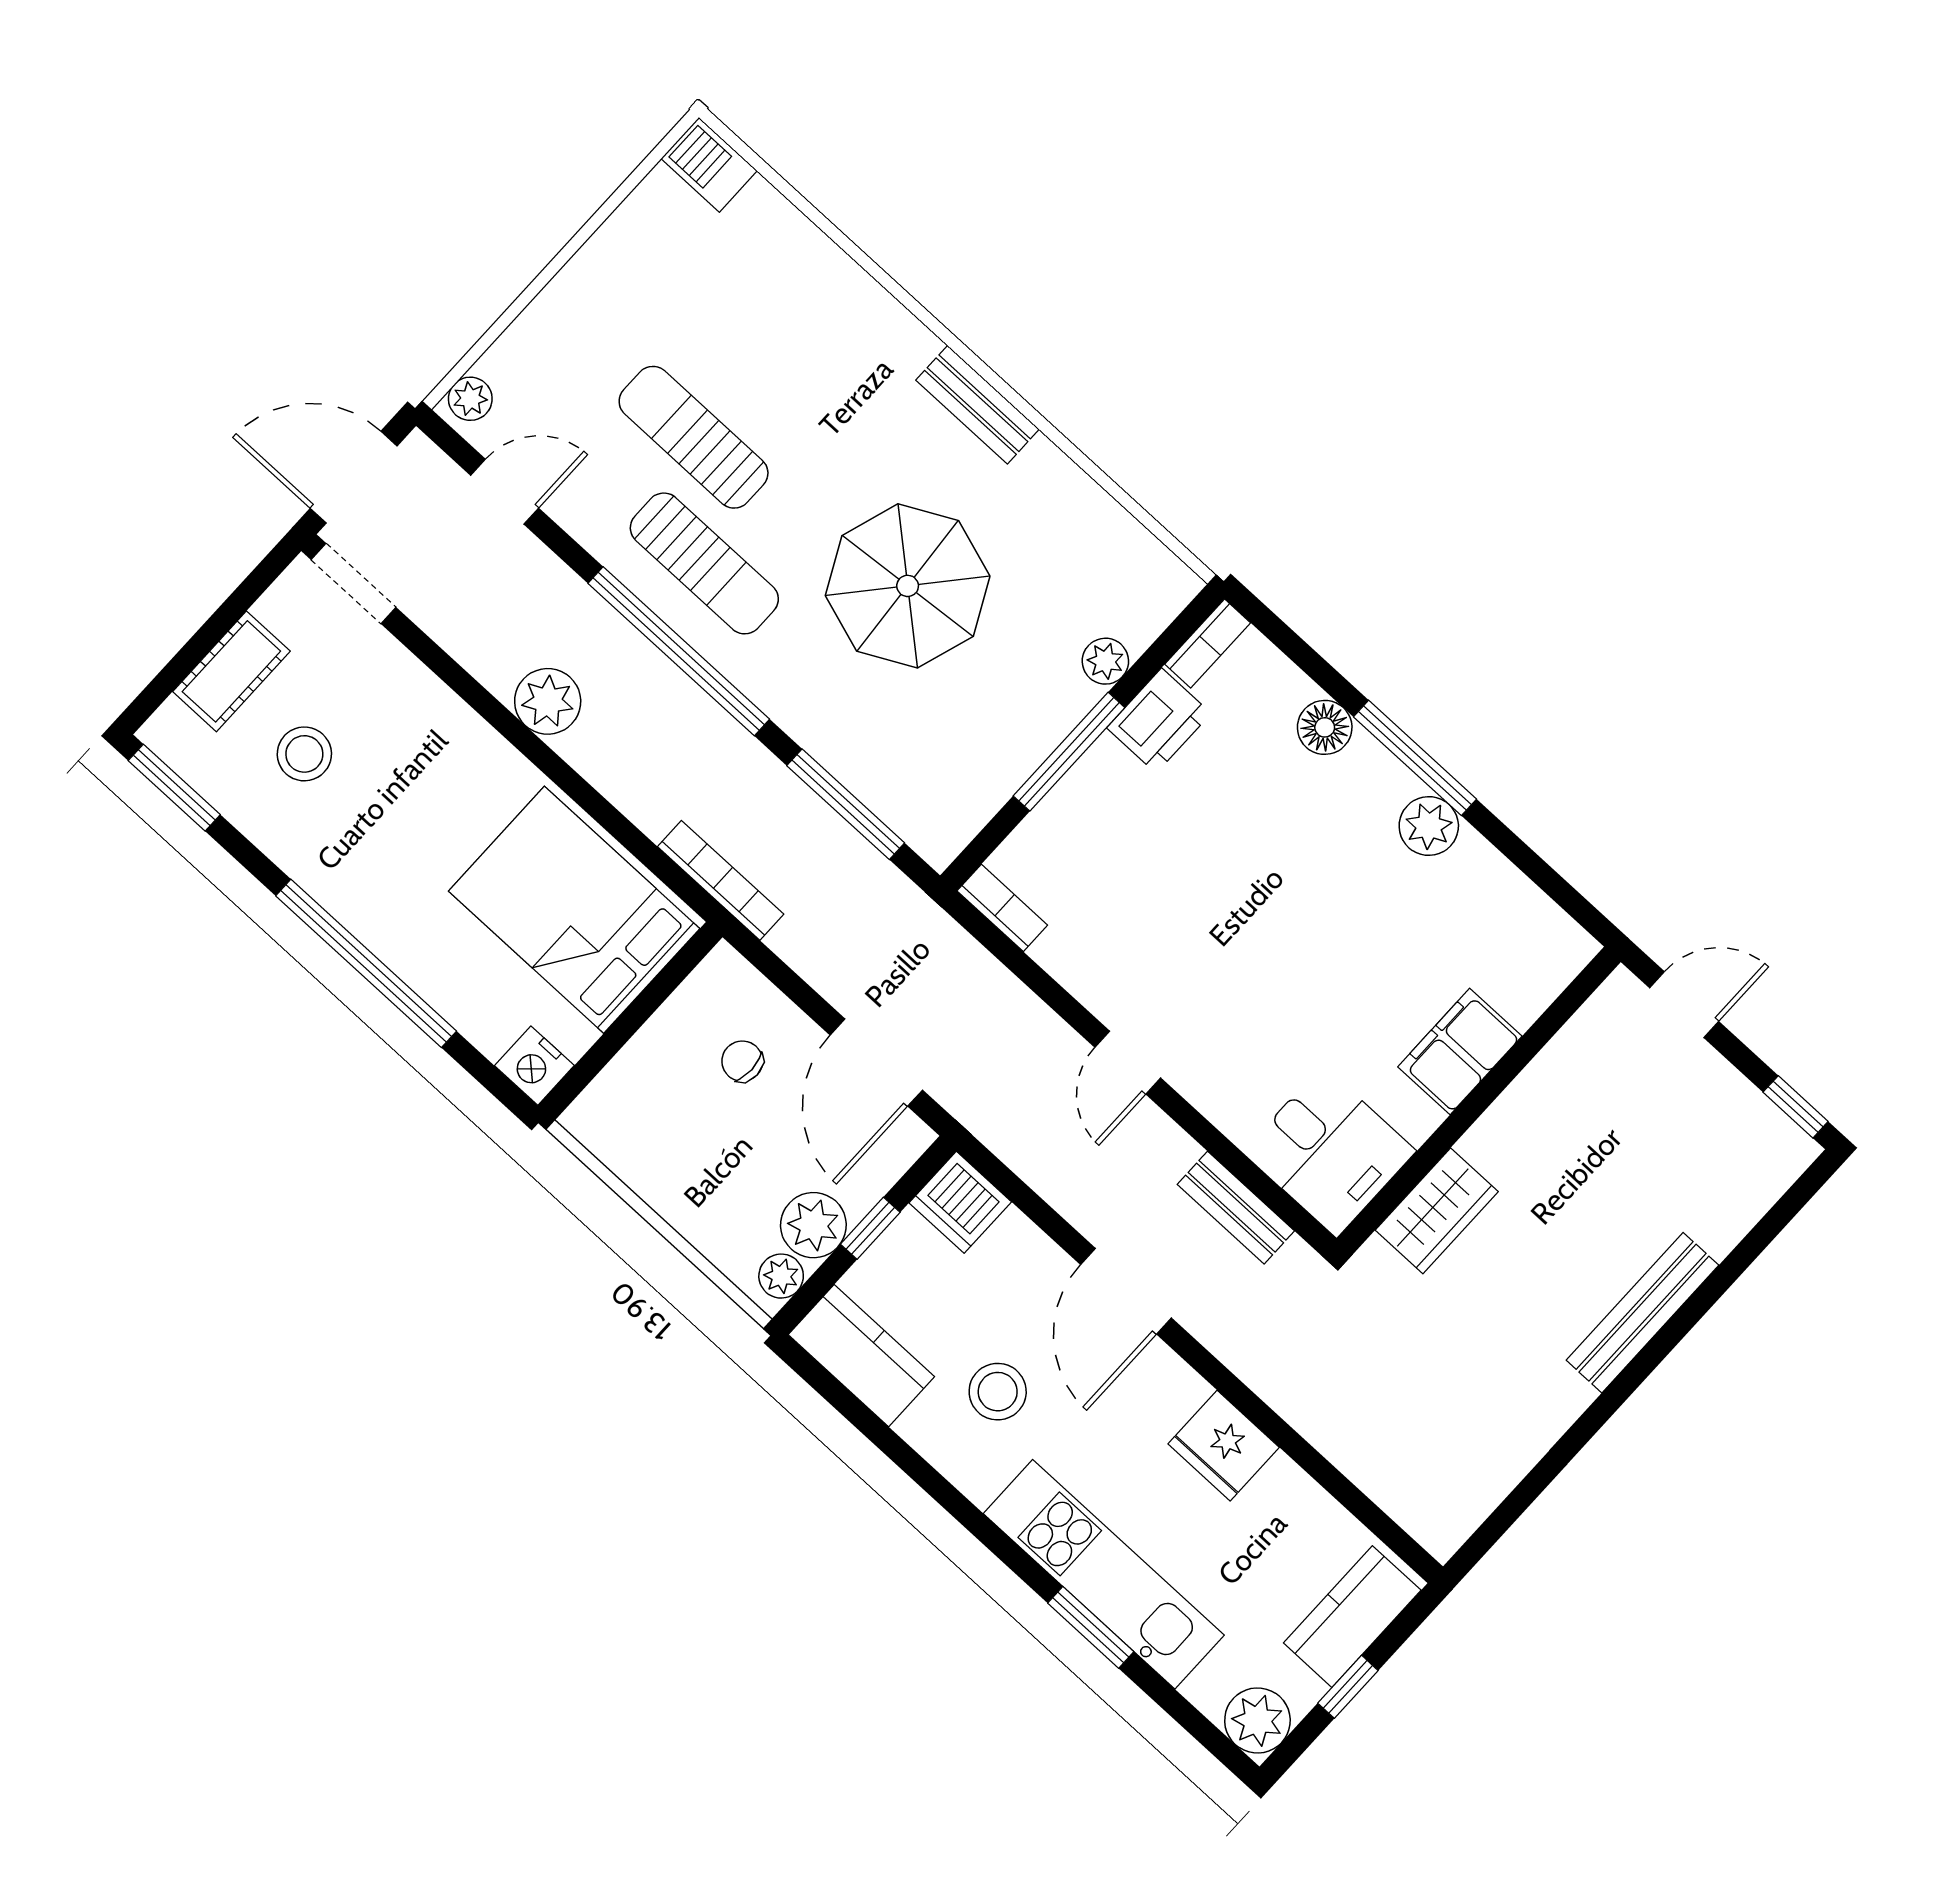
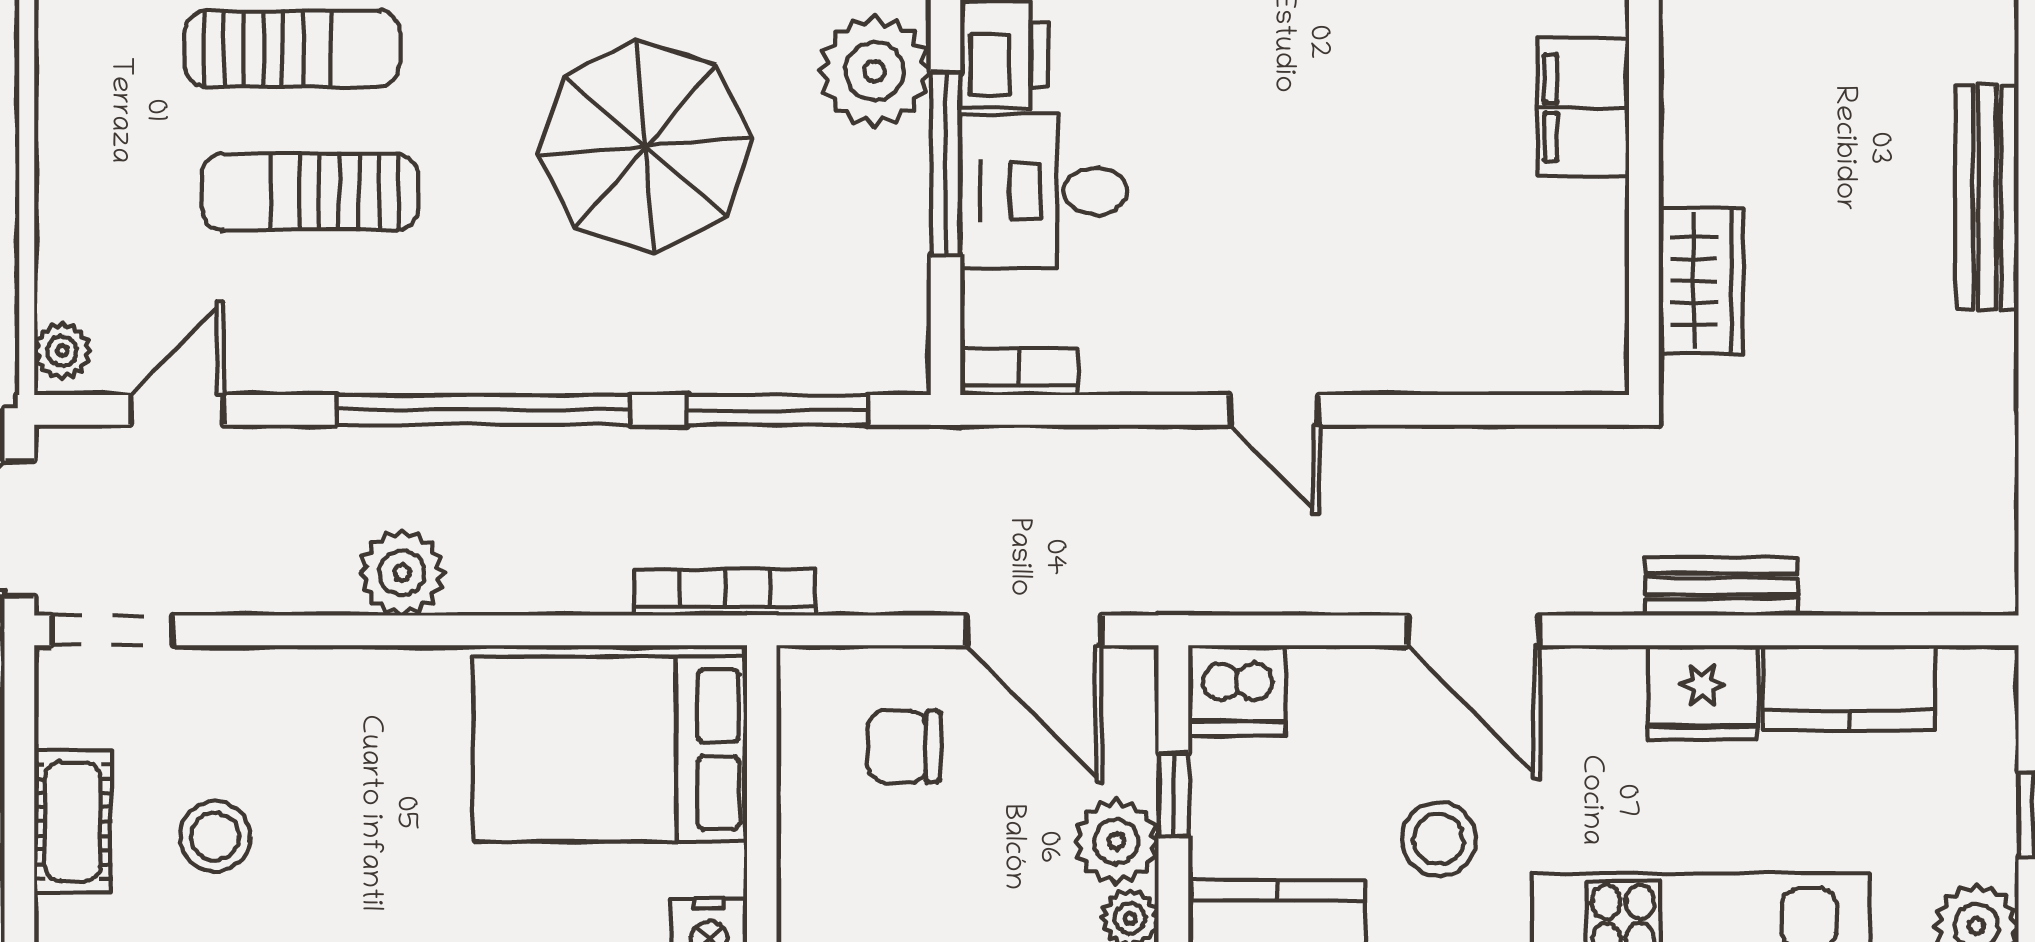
sun lounger: (704, 563) -> (292, 49), moved
plant: (1105, 661) -> (875, 71), width x1.87, depth x1.87
chair: (742, 1061) -> (904, 747), width x1.37, depth x1.37
desk: (1329, 1151) -> (1044, 191), moved, turned 180
bench: (1236, 1208) -> (1721, 586), moved
kitchen counter: (1352, 1617) -> (1849, 688), moved, turned -90

